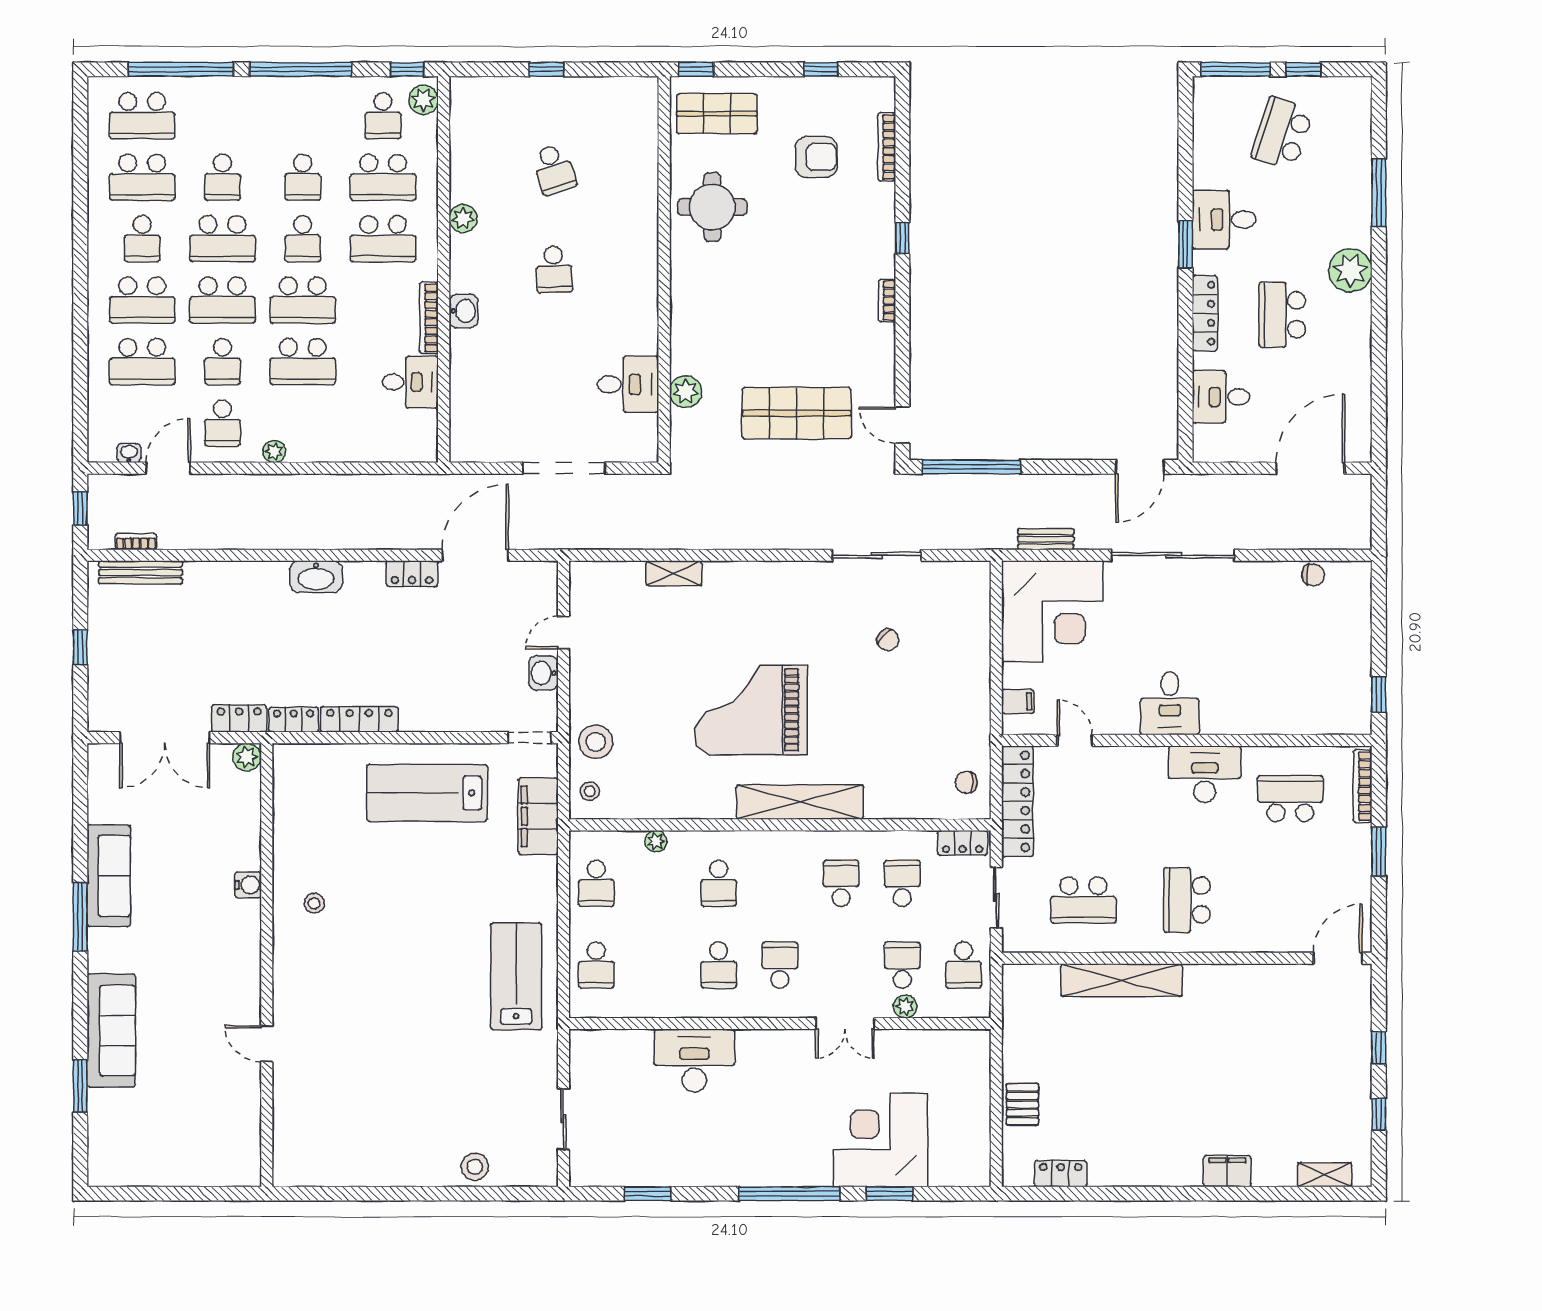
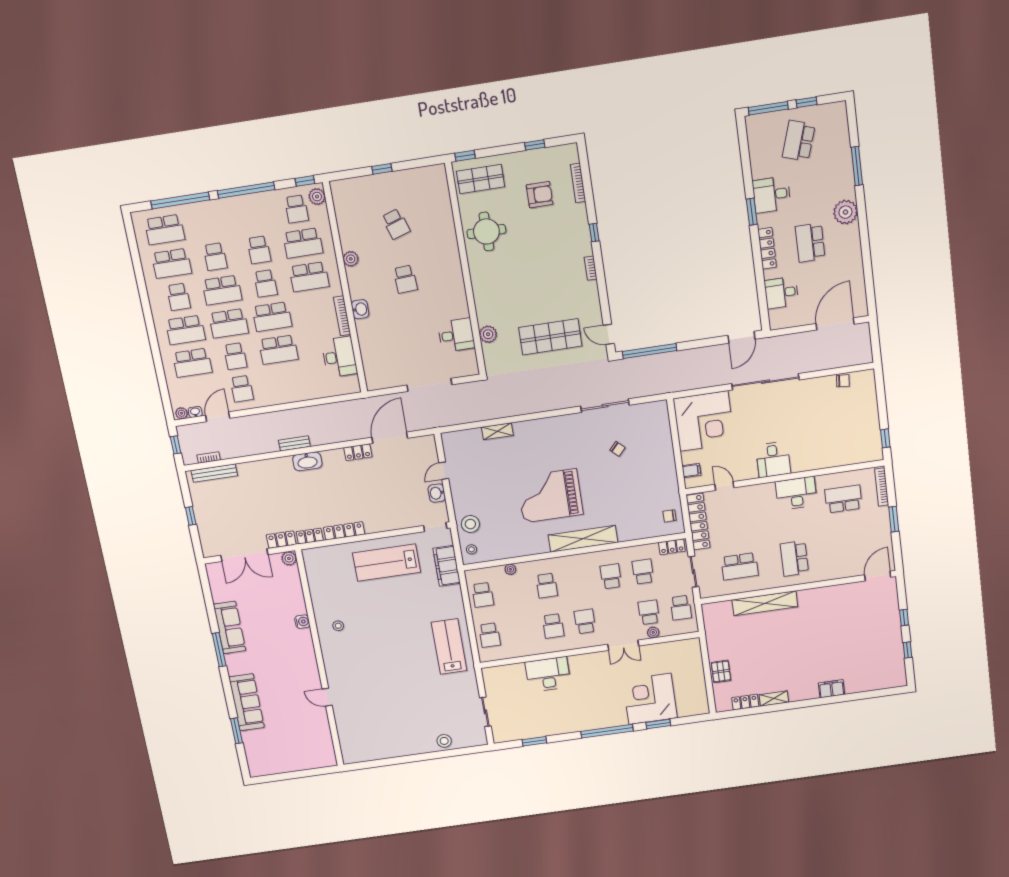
desk: (410, 382) -> (339, 357), width x1.37
plant: (274, 452) -> (182, 413), moved
bench: (1046, 539) -> (294, 443), moved
shelving: (1325, 1175) -> (774, 699), moved

